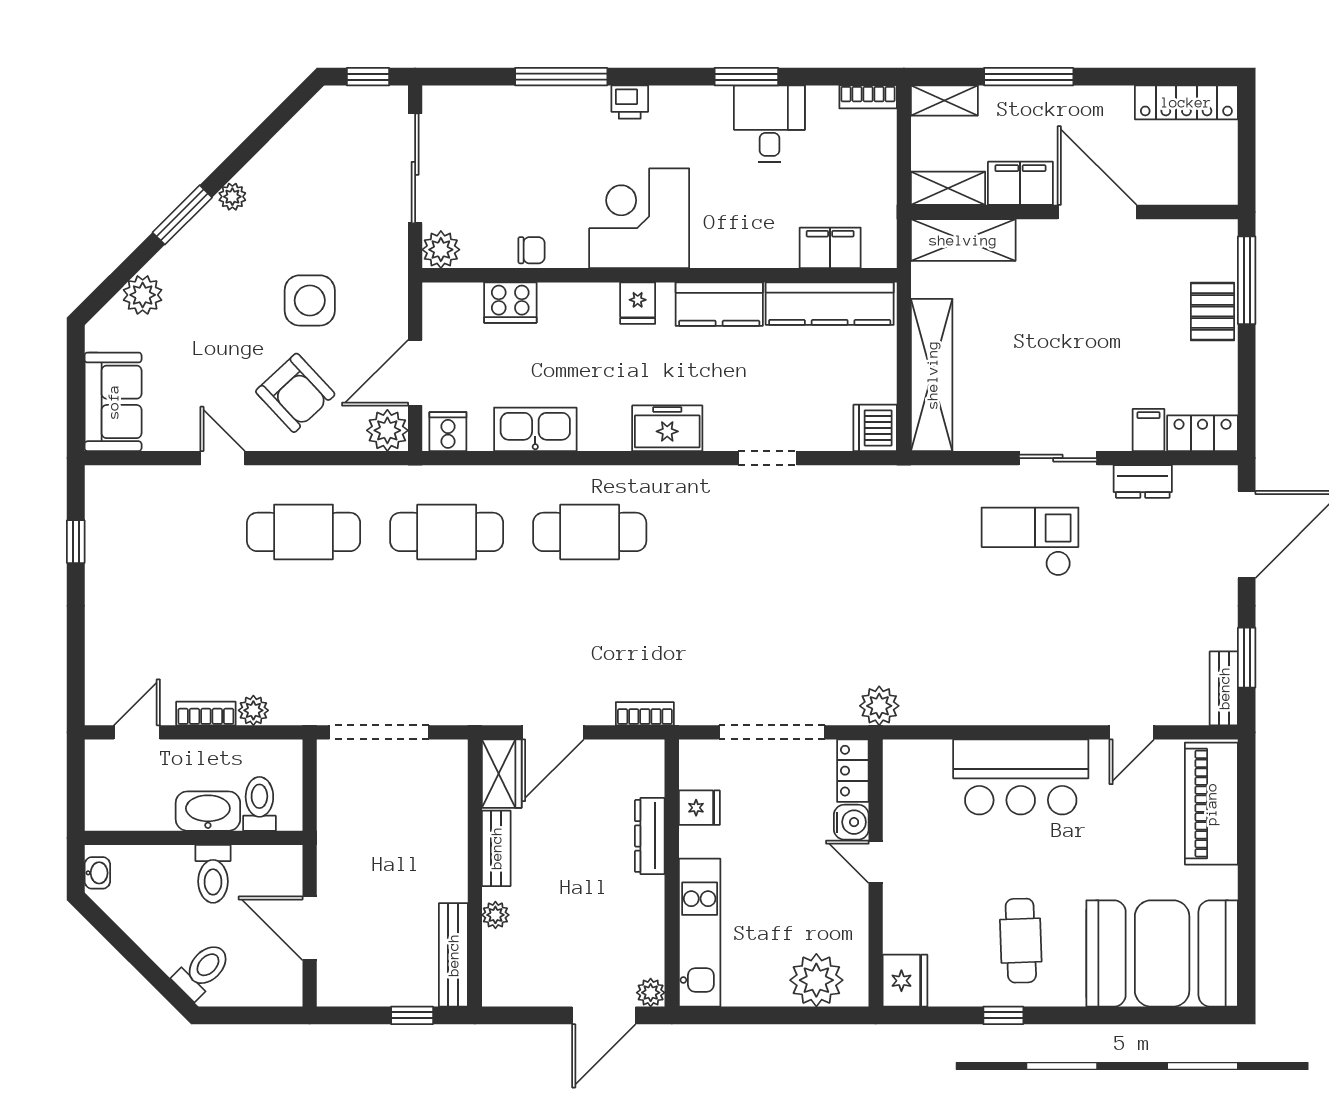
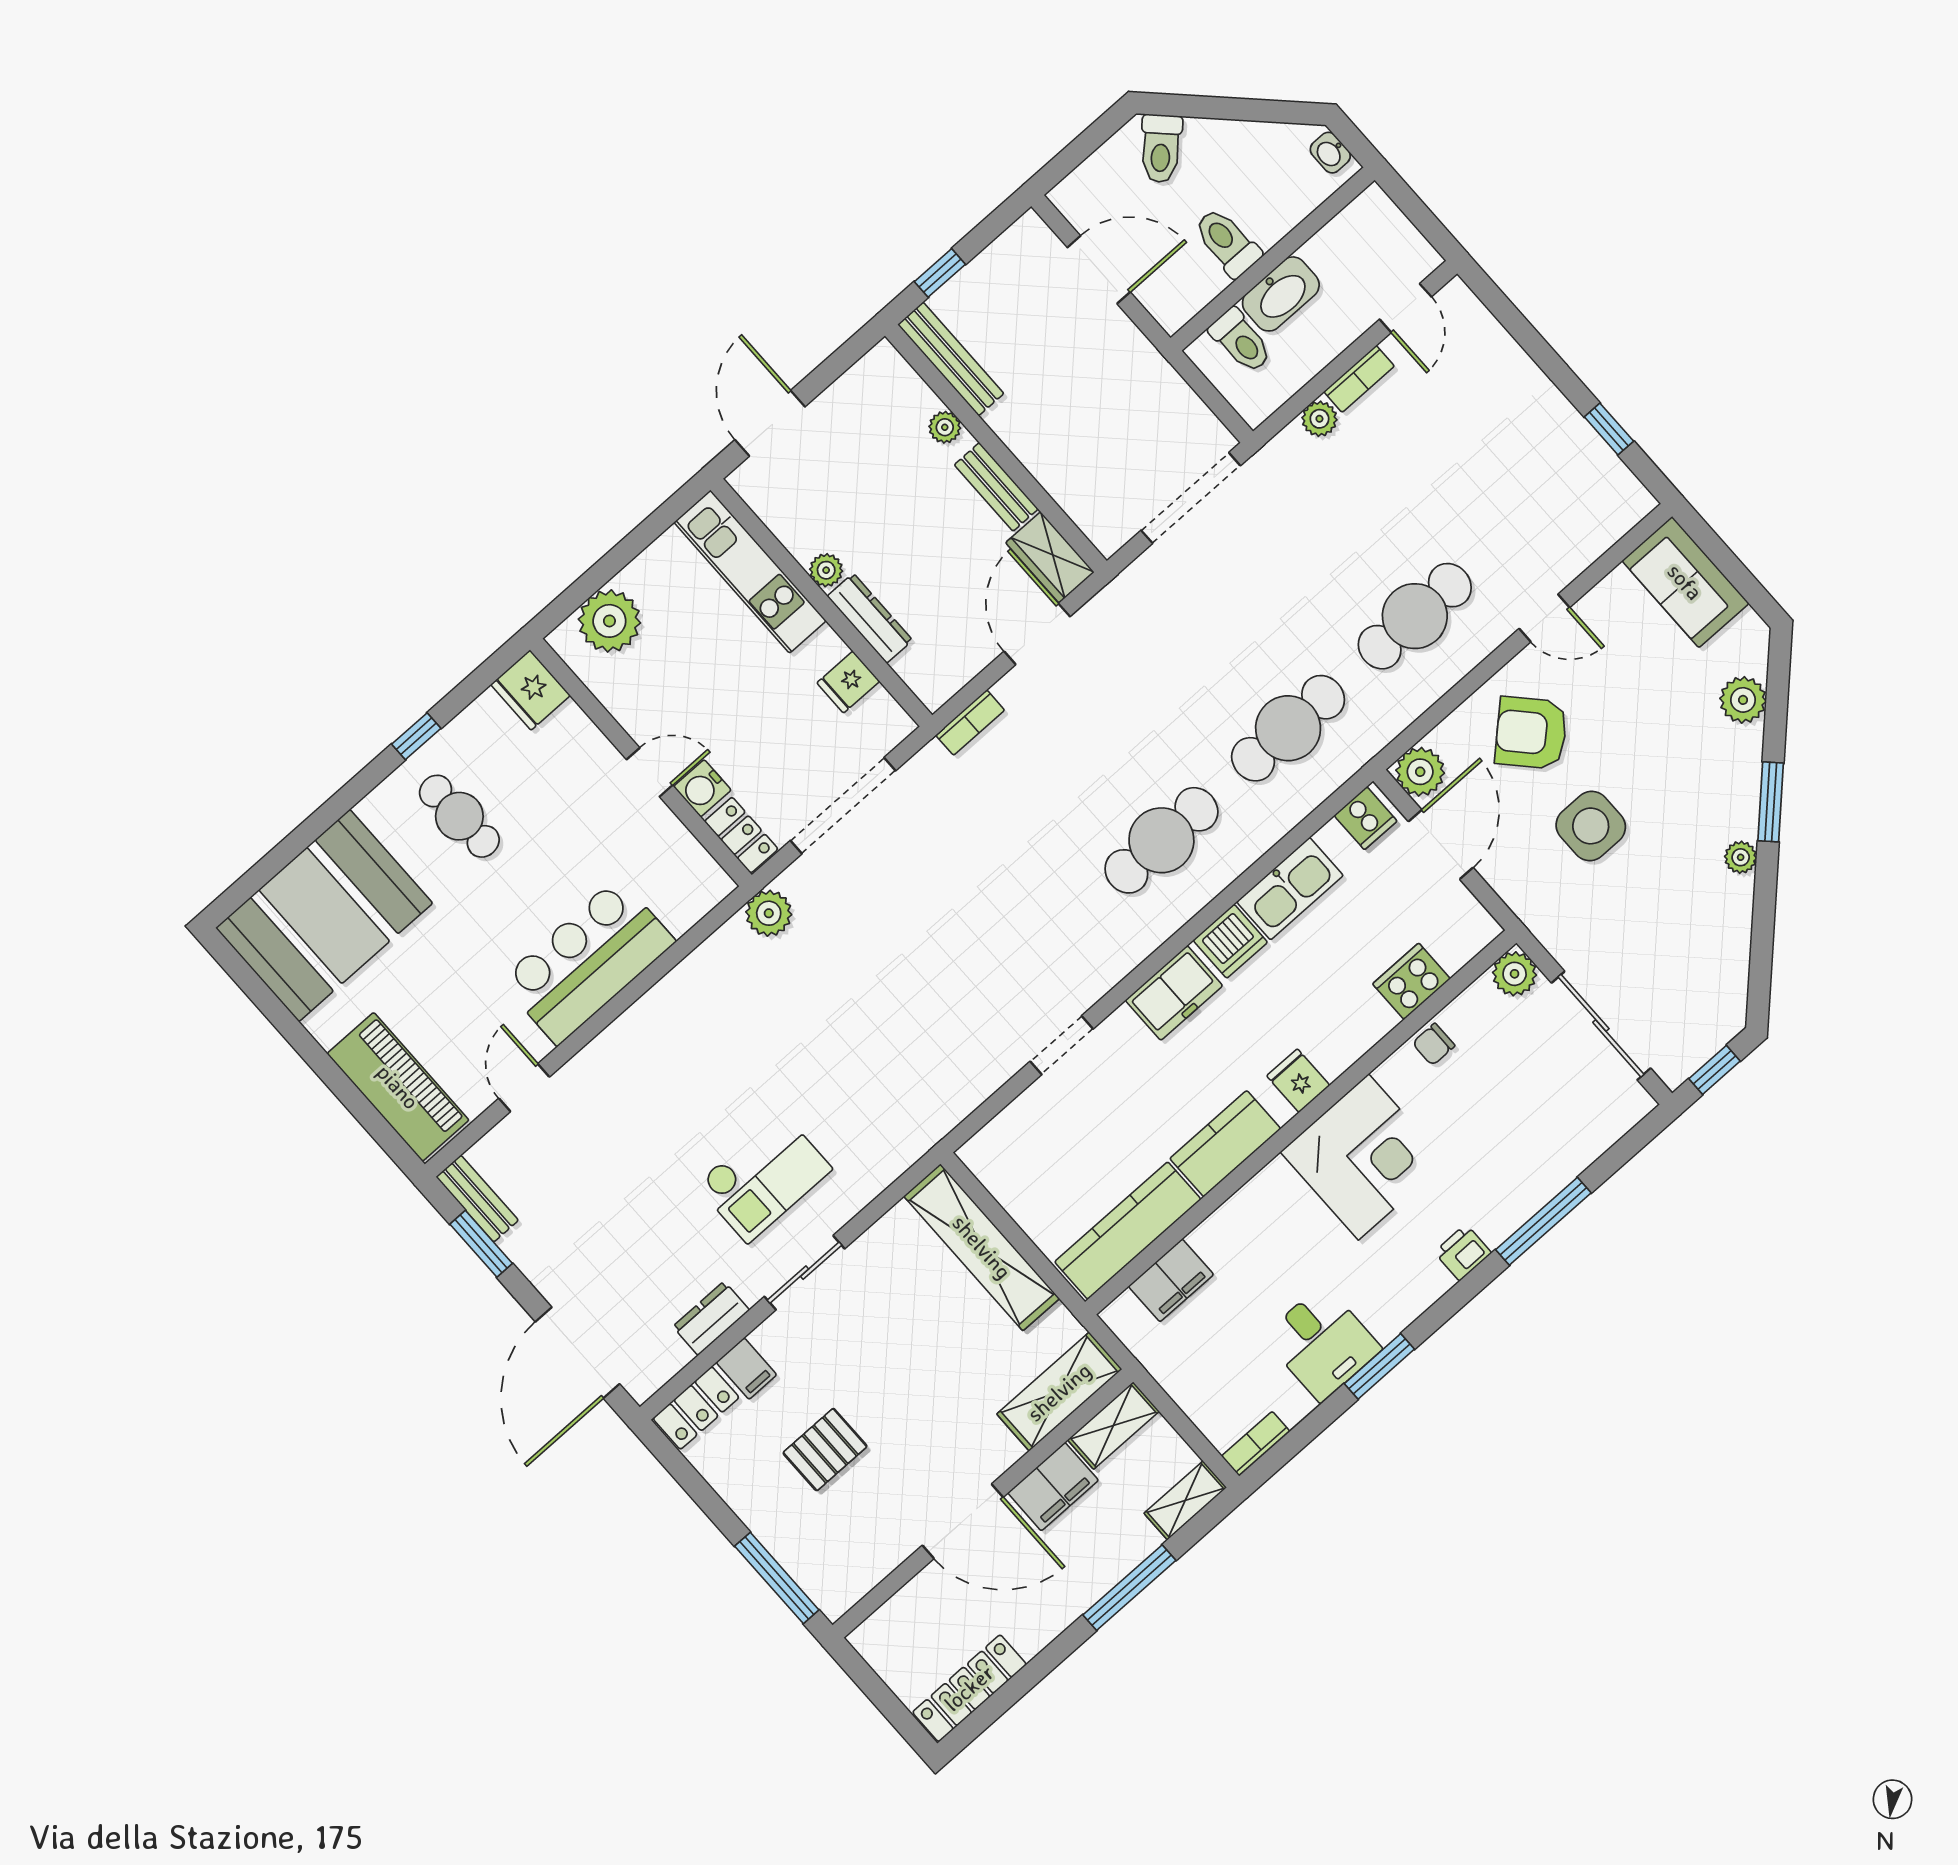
pallet: (1213, 311) -> (825, 1450), moved, turned 90
dishwasher: (875, 428) -> (1230, 941), moved, turned 90
plant: (651, 993) -> (826, 570), moved

